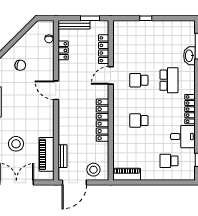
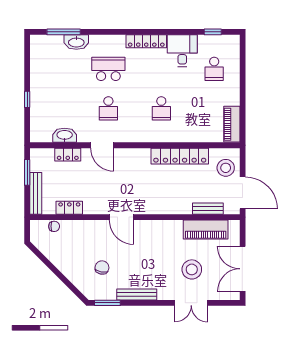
washbasin: (118, 47) -> (65, 135), added
locker: (104, 49) -> (68, 155), width x0.66
chair: (20, 65) -> (102, 267), moved
door: (56, 90) -> (121, 217), hinge flipped
locker: (102, 120) -> (180, 156), moved

